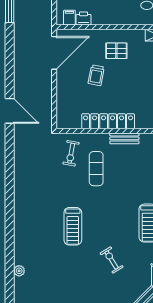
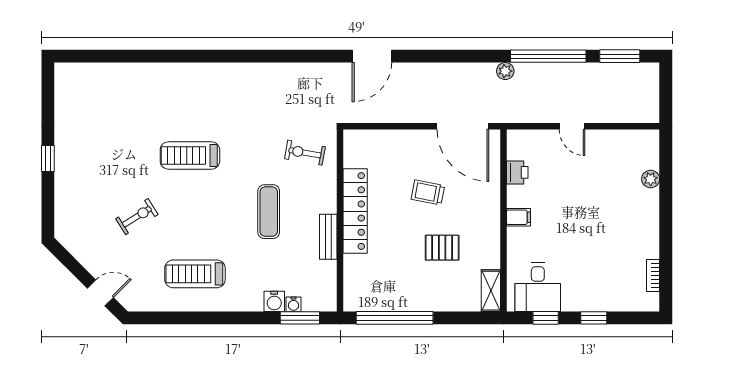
filing cabinet: (69, 18) -> (518, 217), moved
pallet: (116, 51) -> (442, 248), moved, turned 90
exercise mat: (96, 169) -> (269, 212), moved, turned 90
plant: (19, 271) -> (505, 71), moved

